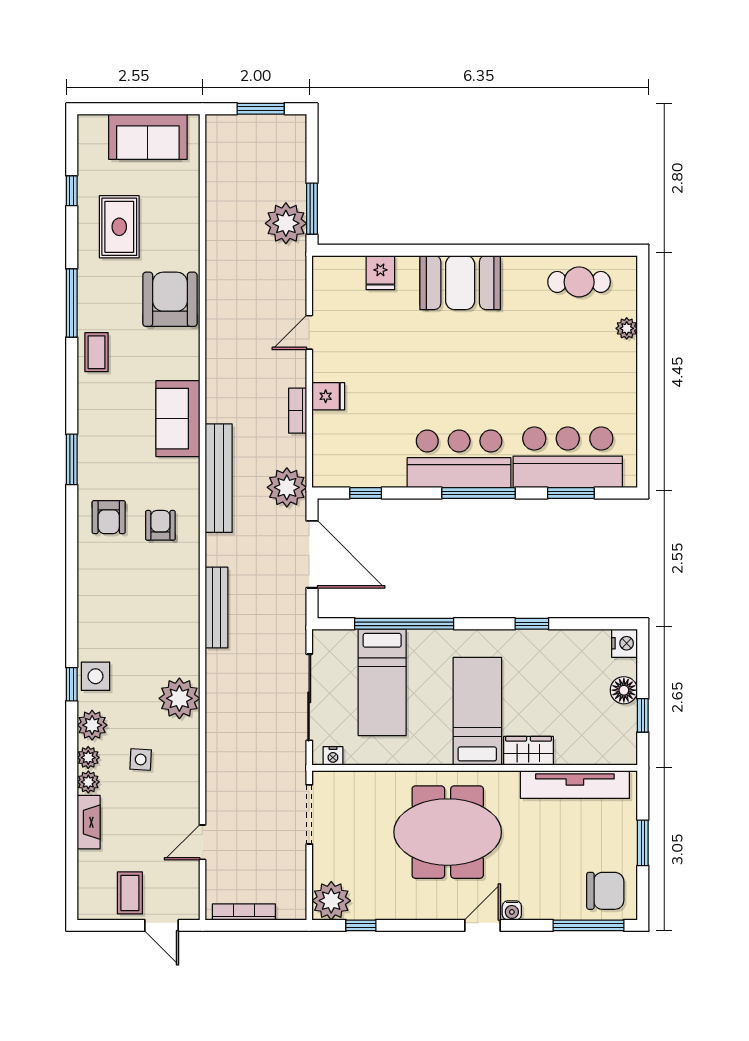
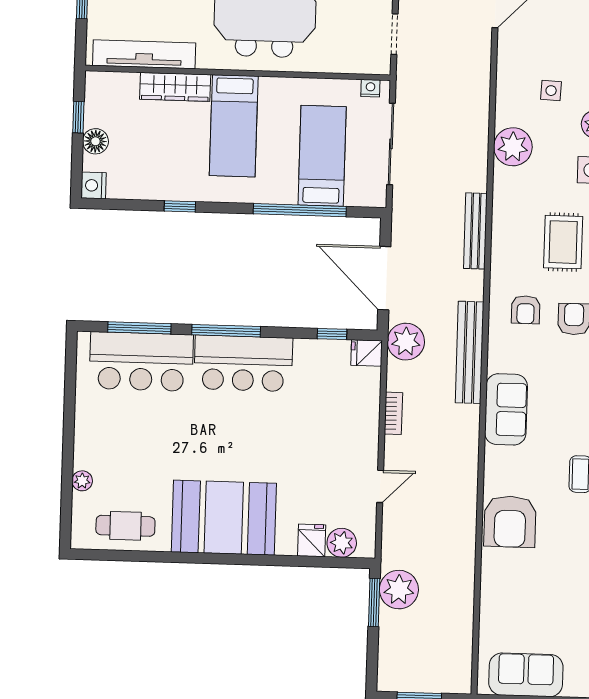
rug: (119, 227) -> (563, 242), moved
plant: (348, 271) -> (342, 543), added
booth: (460, 283) -> (224, 518), width x1.36, depth x1.42
fridge: (328, 396) -> (367, 353), moved
window: (571, 493) -> (139, 328), width x1.44
wardrobe: (529, 751) -> (175, 87), width x1.50
doorway: (309, 814) -> (394, 34), width x0.73

